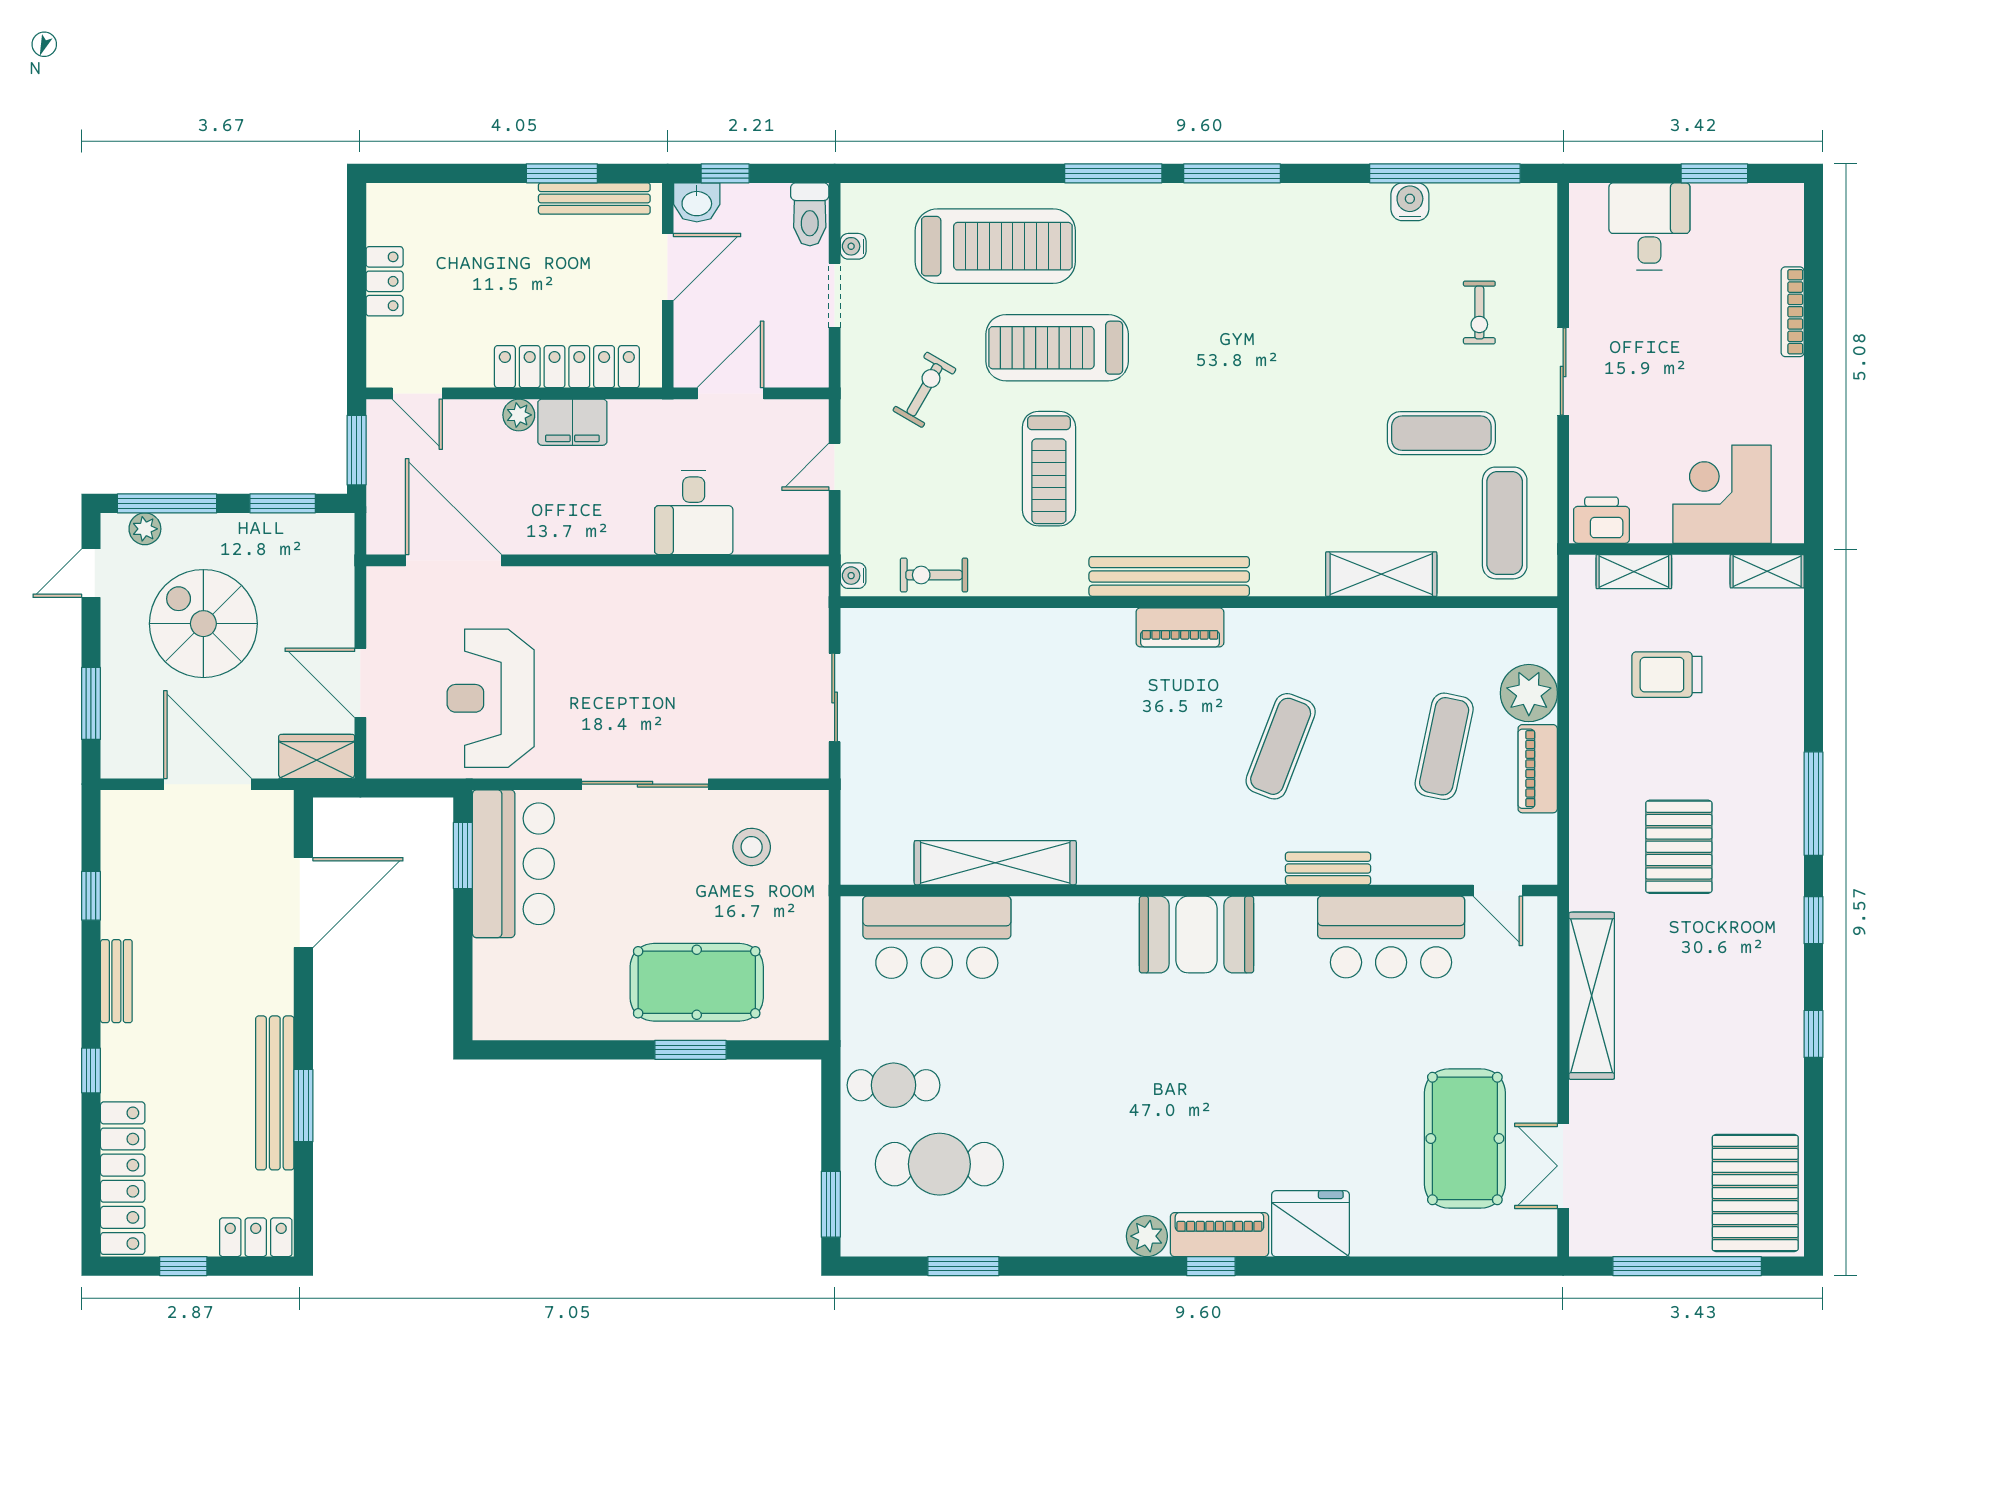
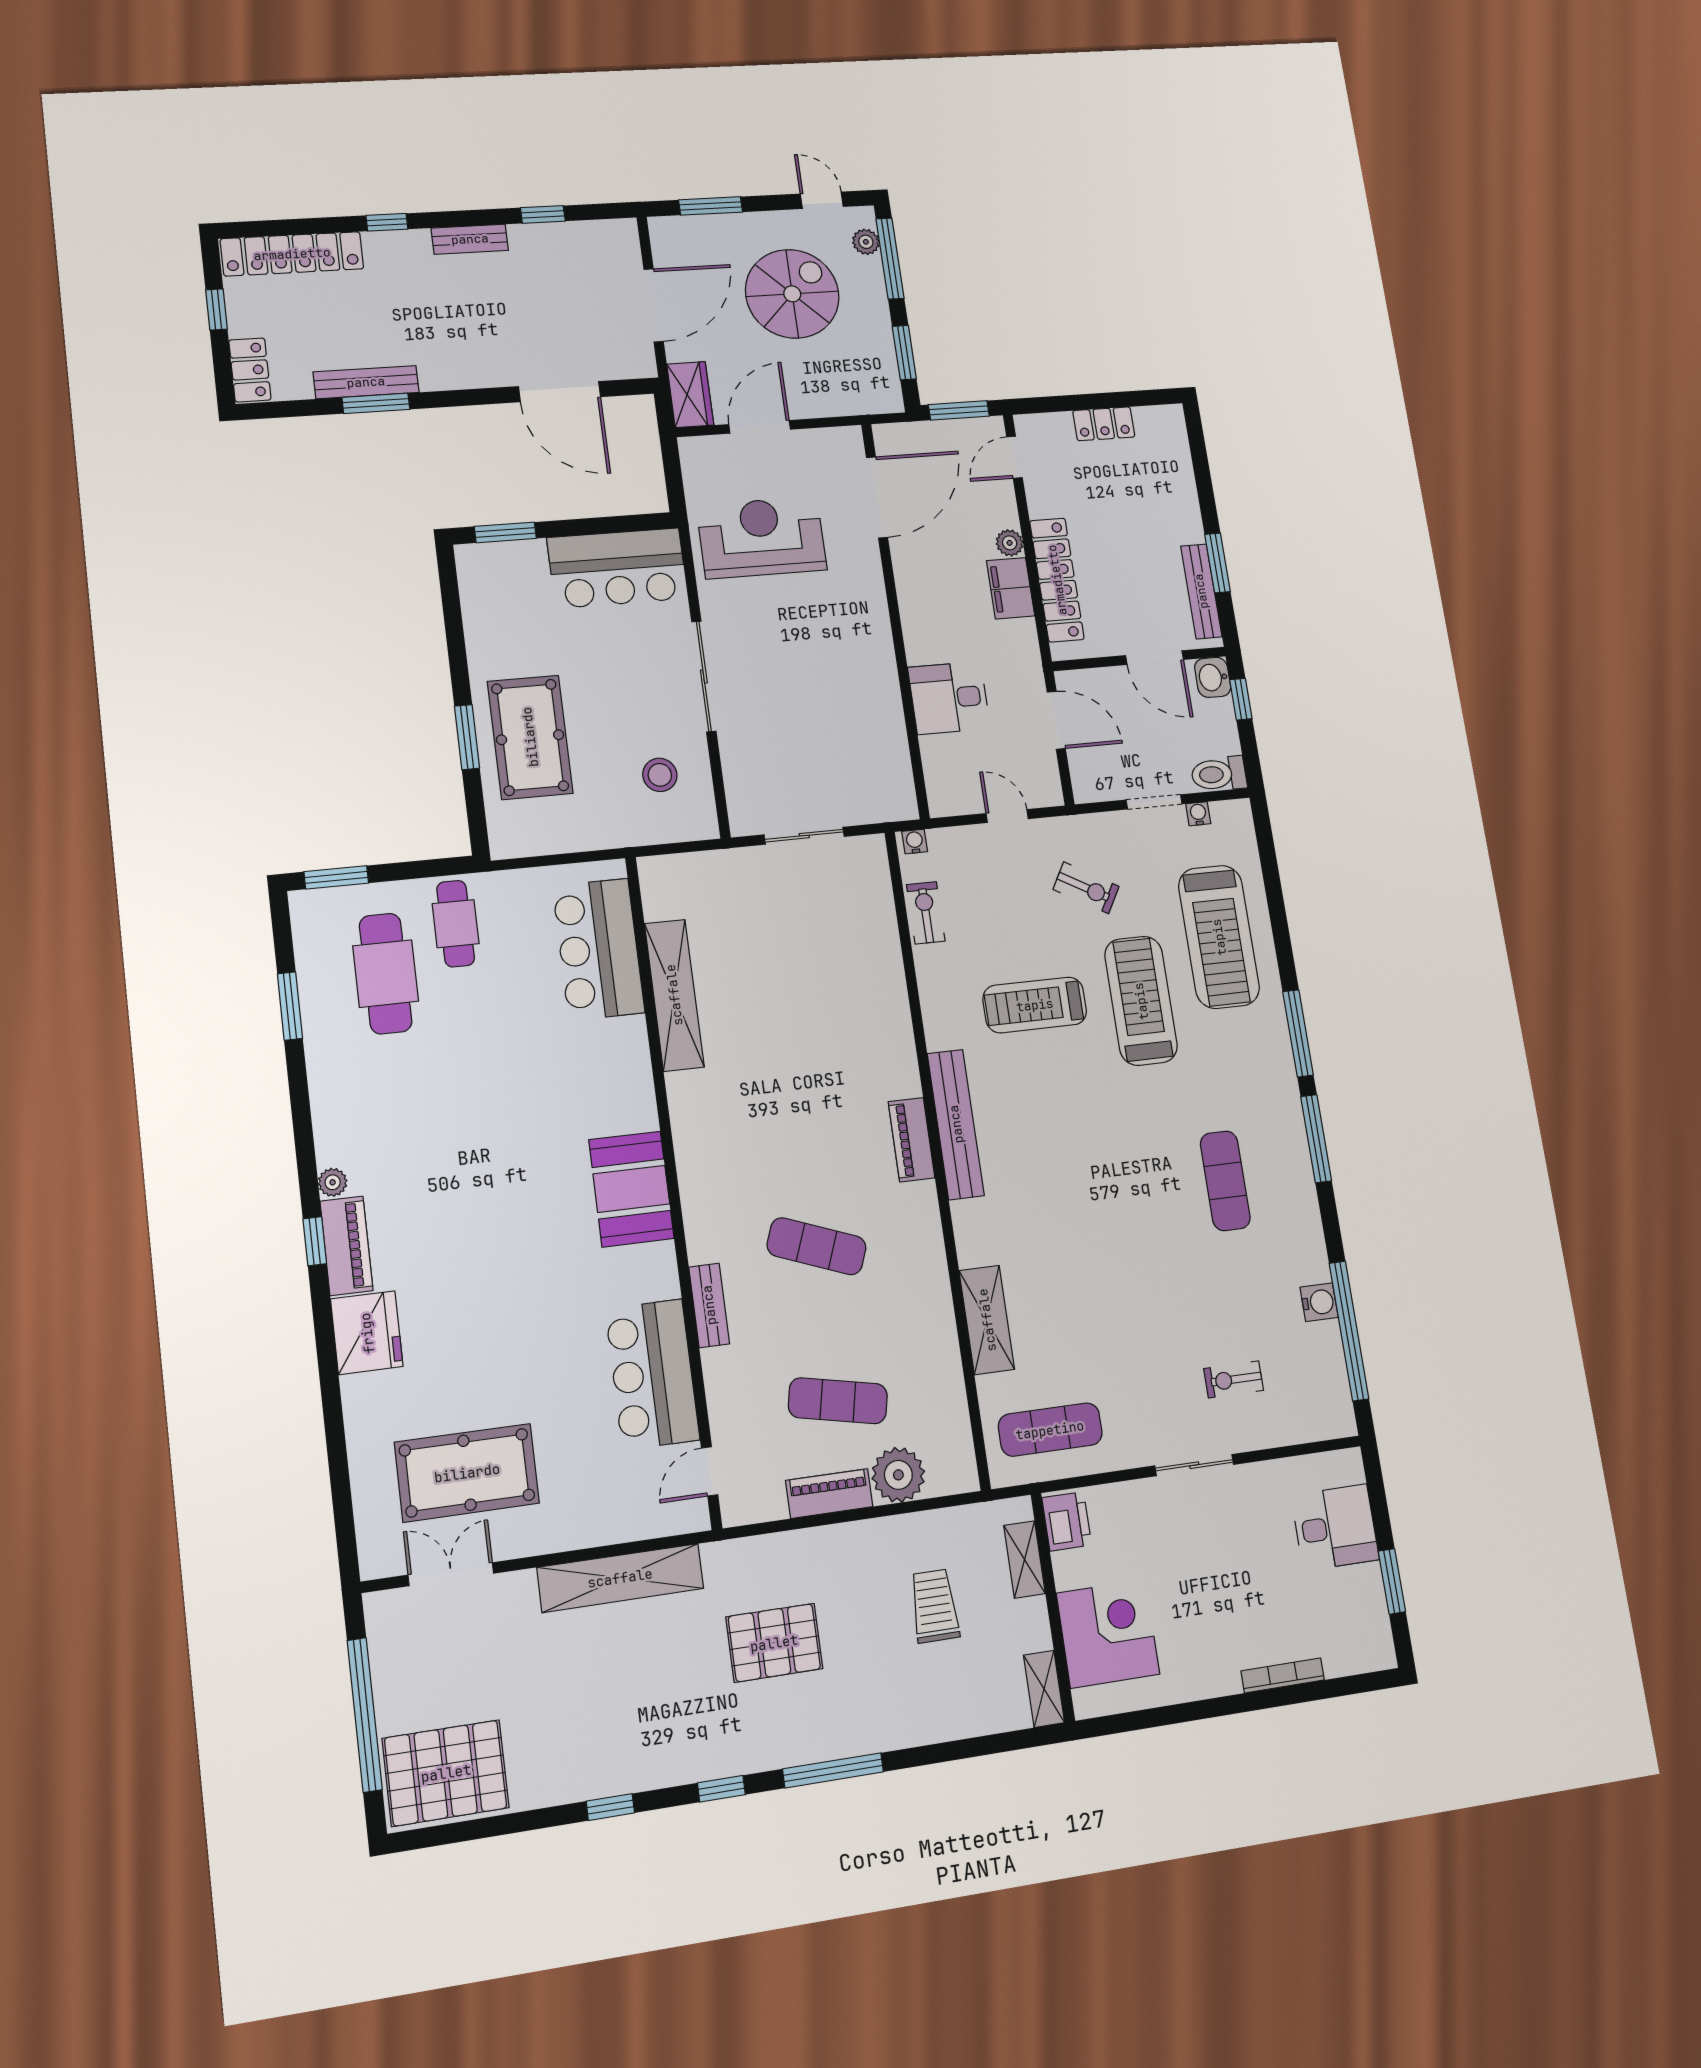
exercise mat: (1441, 433) -> (1225, 1181), moved
window: (463, 855) -> (505, 532), moved
bench: (275, 1093) -> (366, 382), width x0.73, depth x0.82
plant: (1147, 1236) -> (333, 1182), width x0.73, depth x0.73

